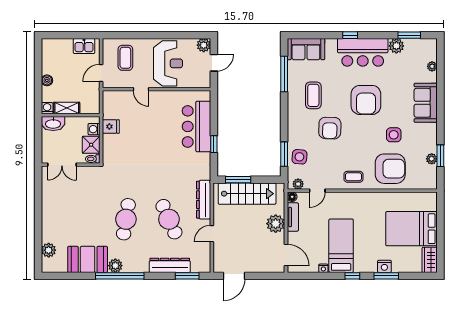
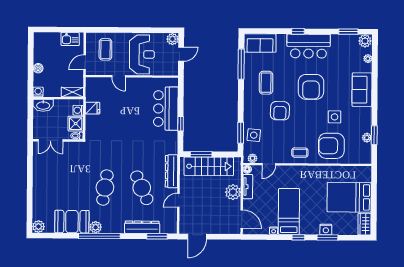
plant: (396, 46) -> (365, 41), moved
shelving: (67, 108) -> (72, 92), moved
armchair: (390, 169) -> (331, 146), turned 180
plant: (49, 250) -> (38, 227), moved

